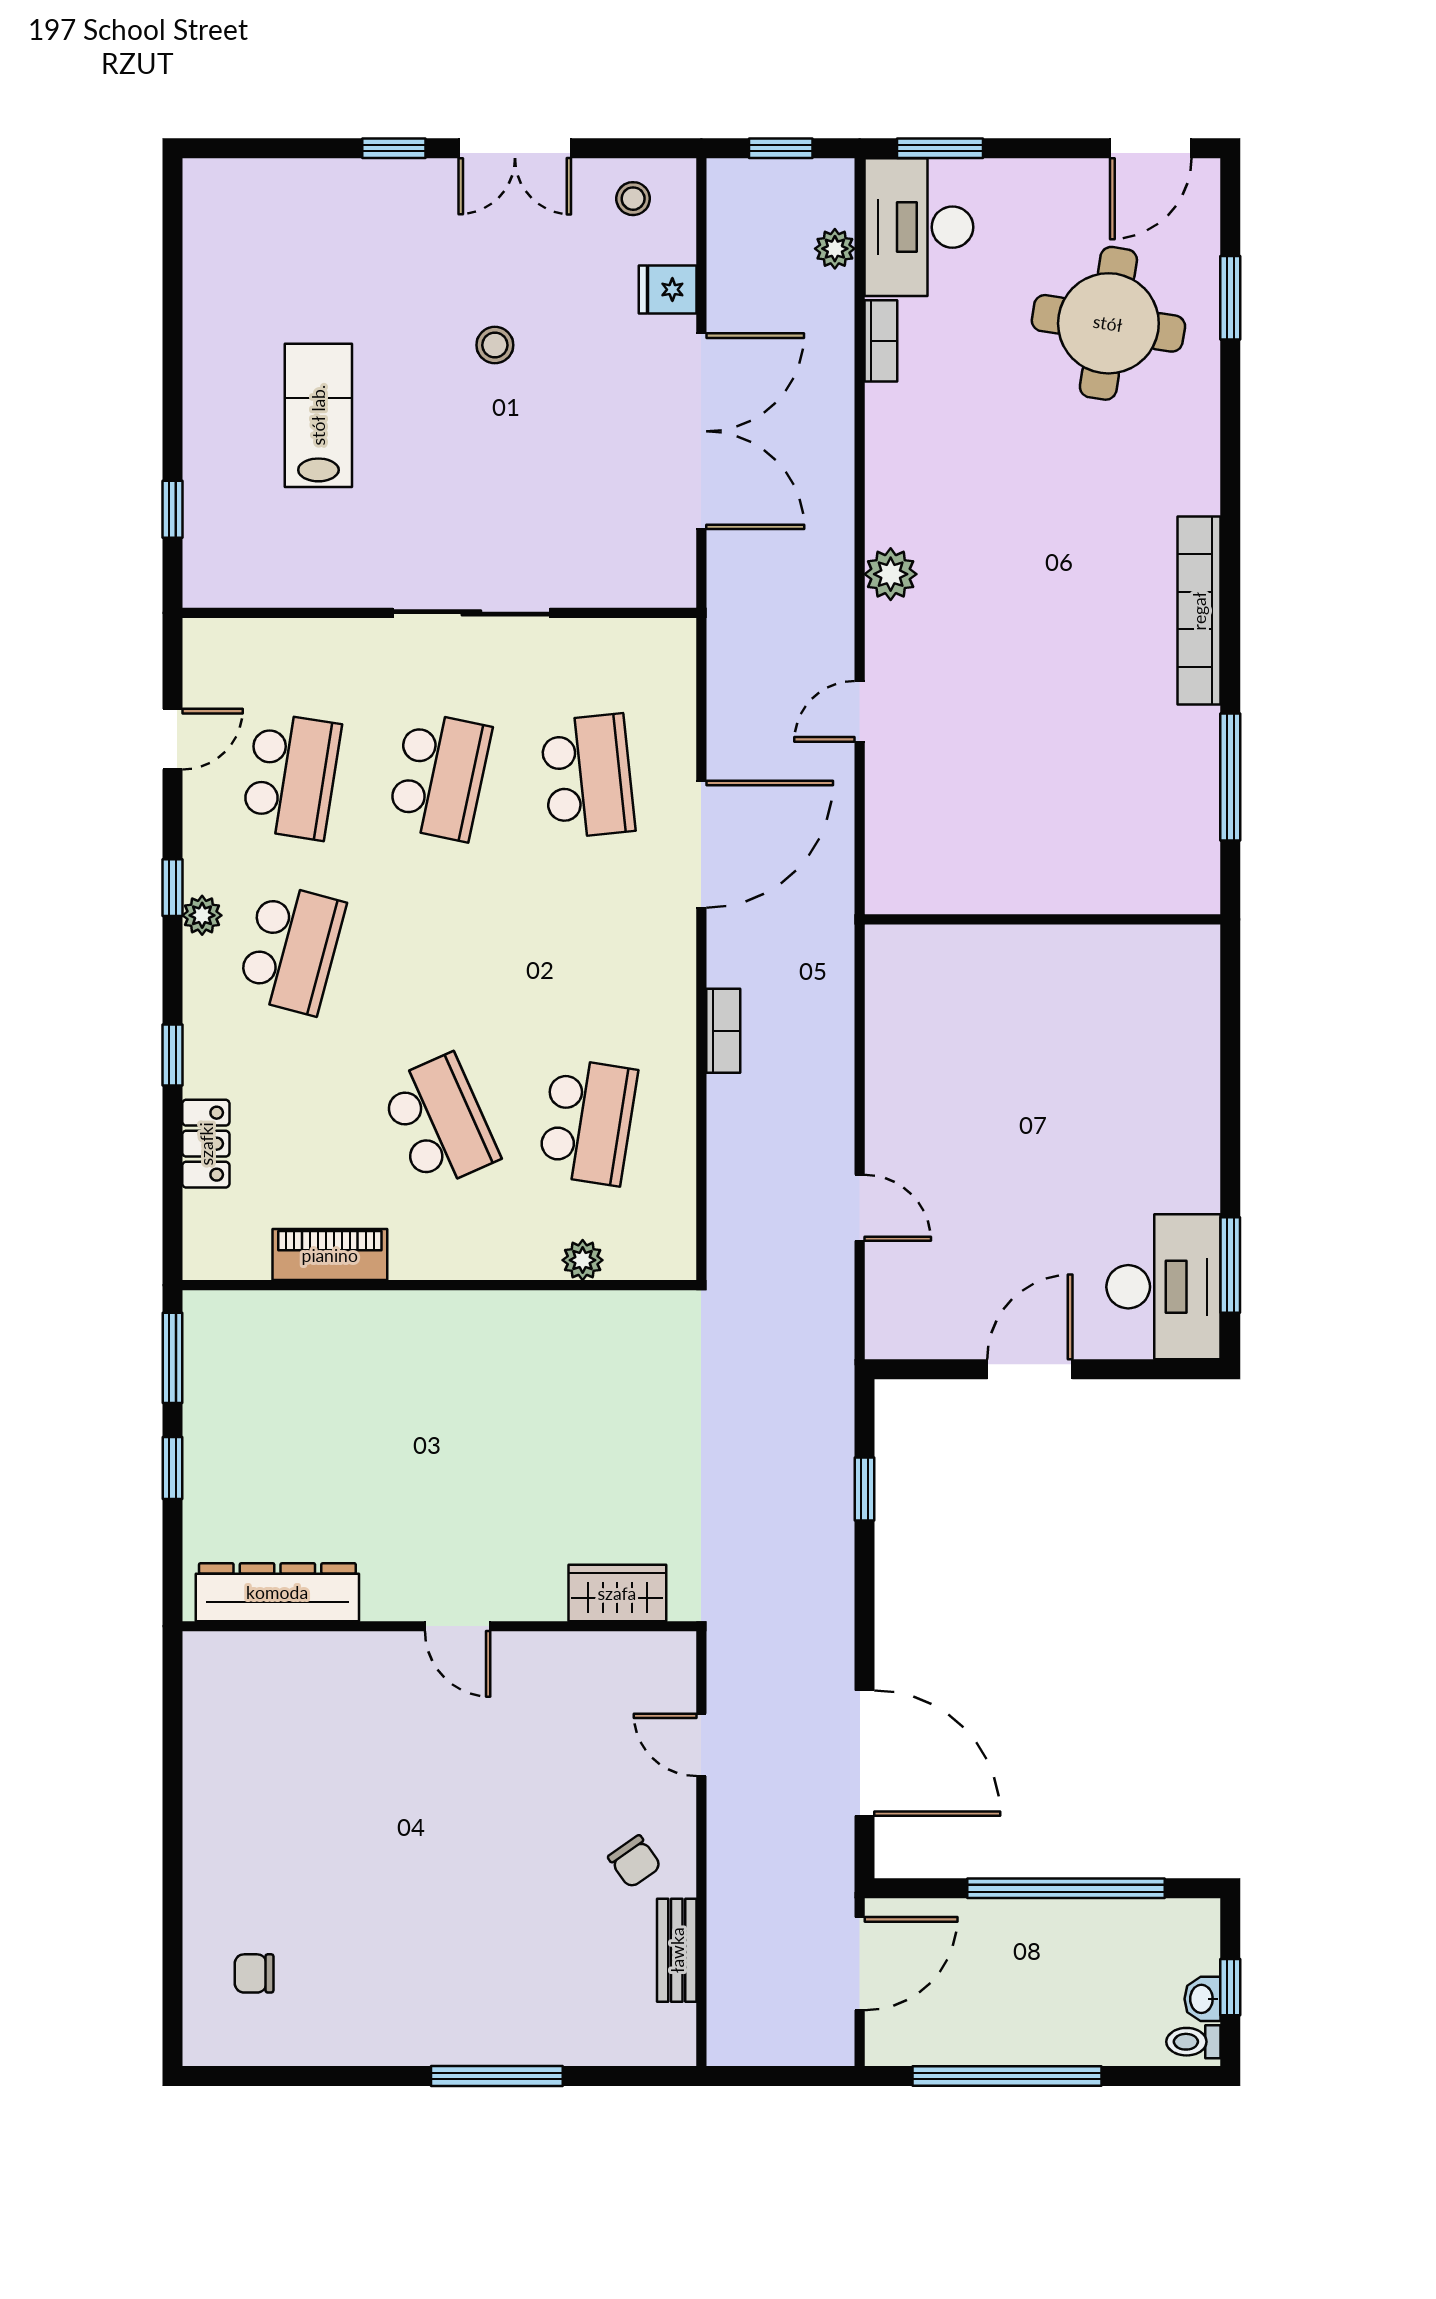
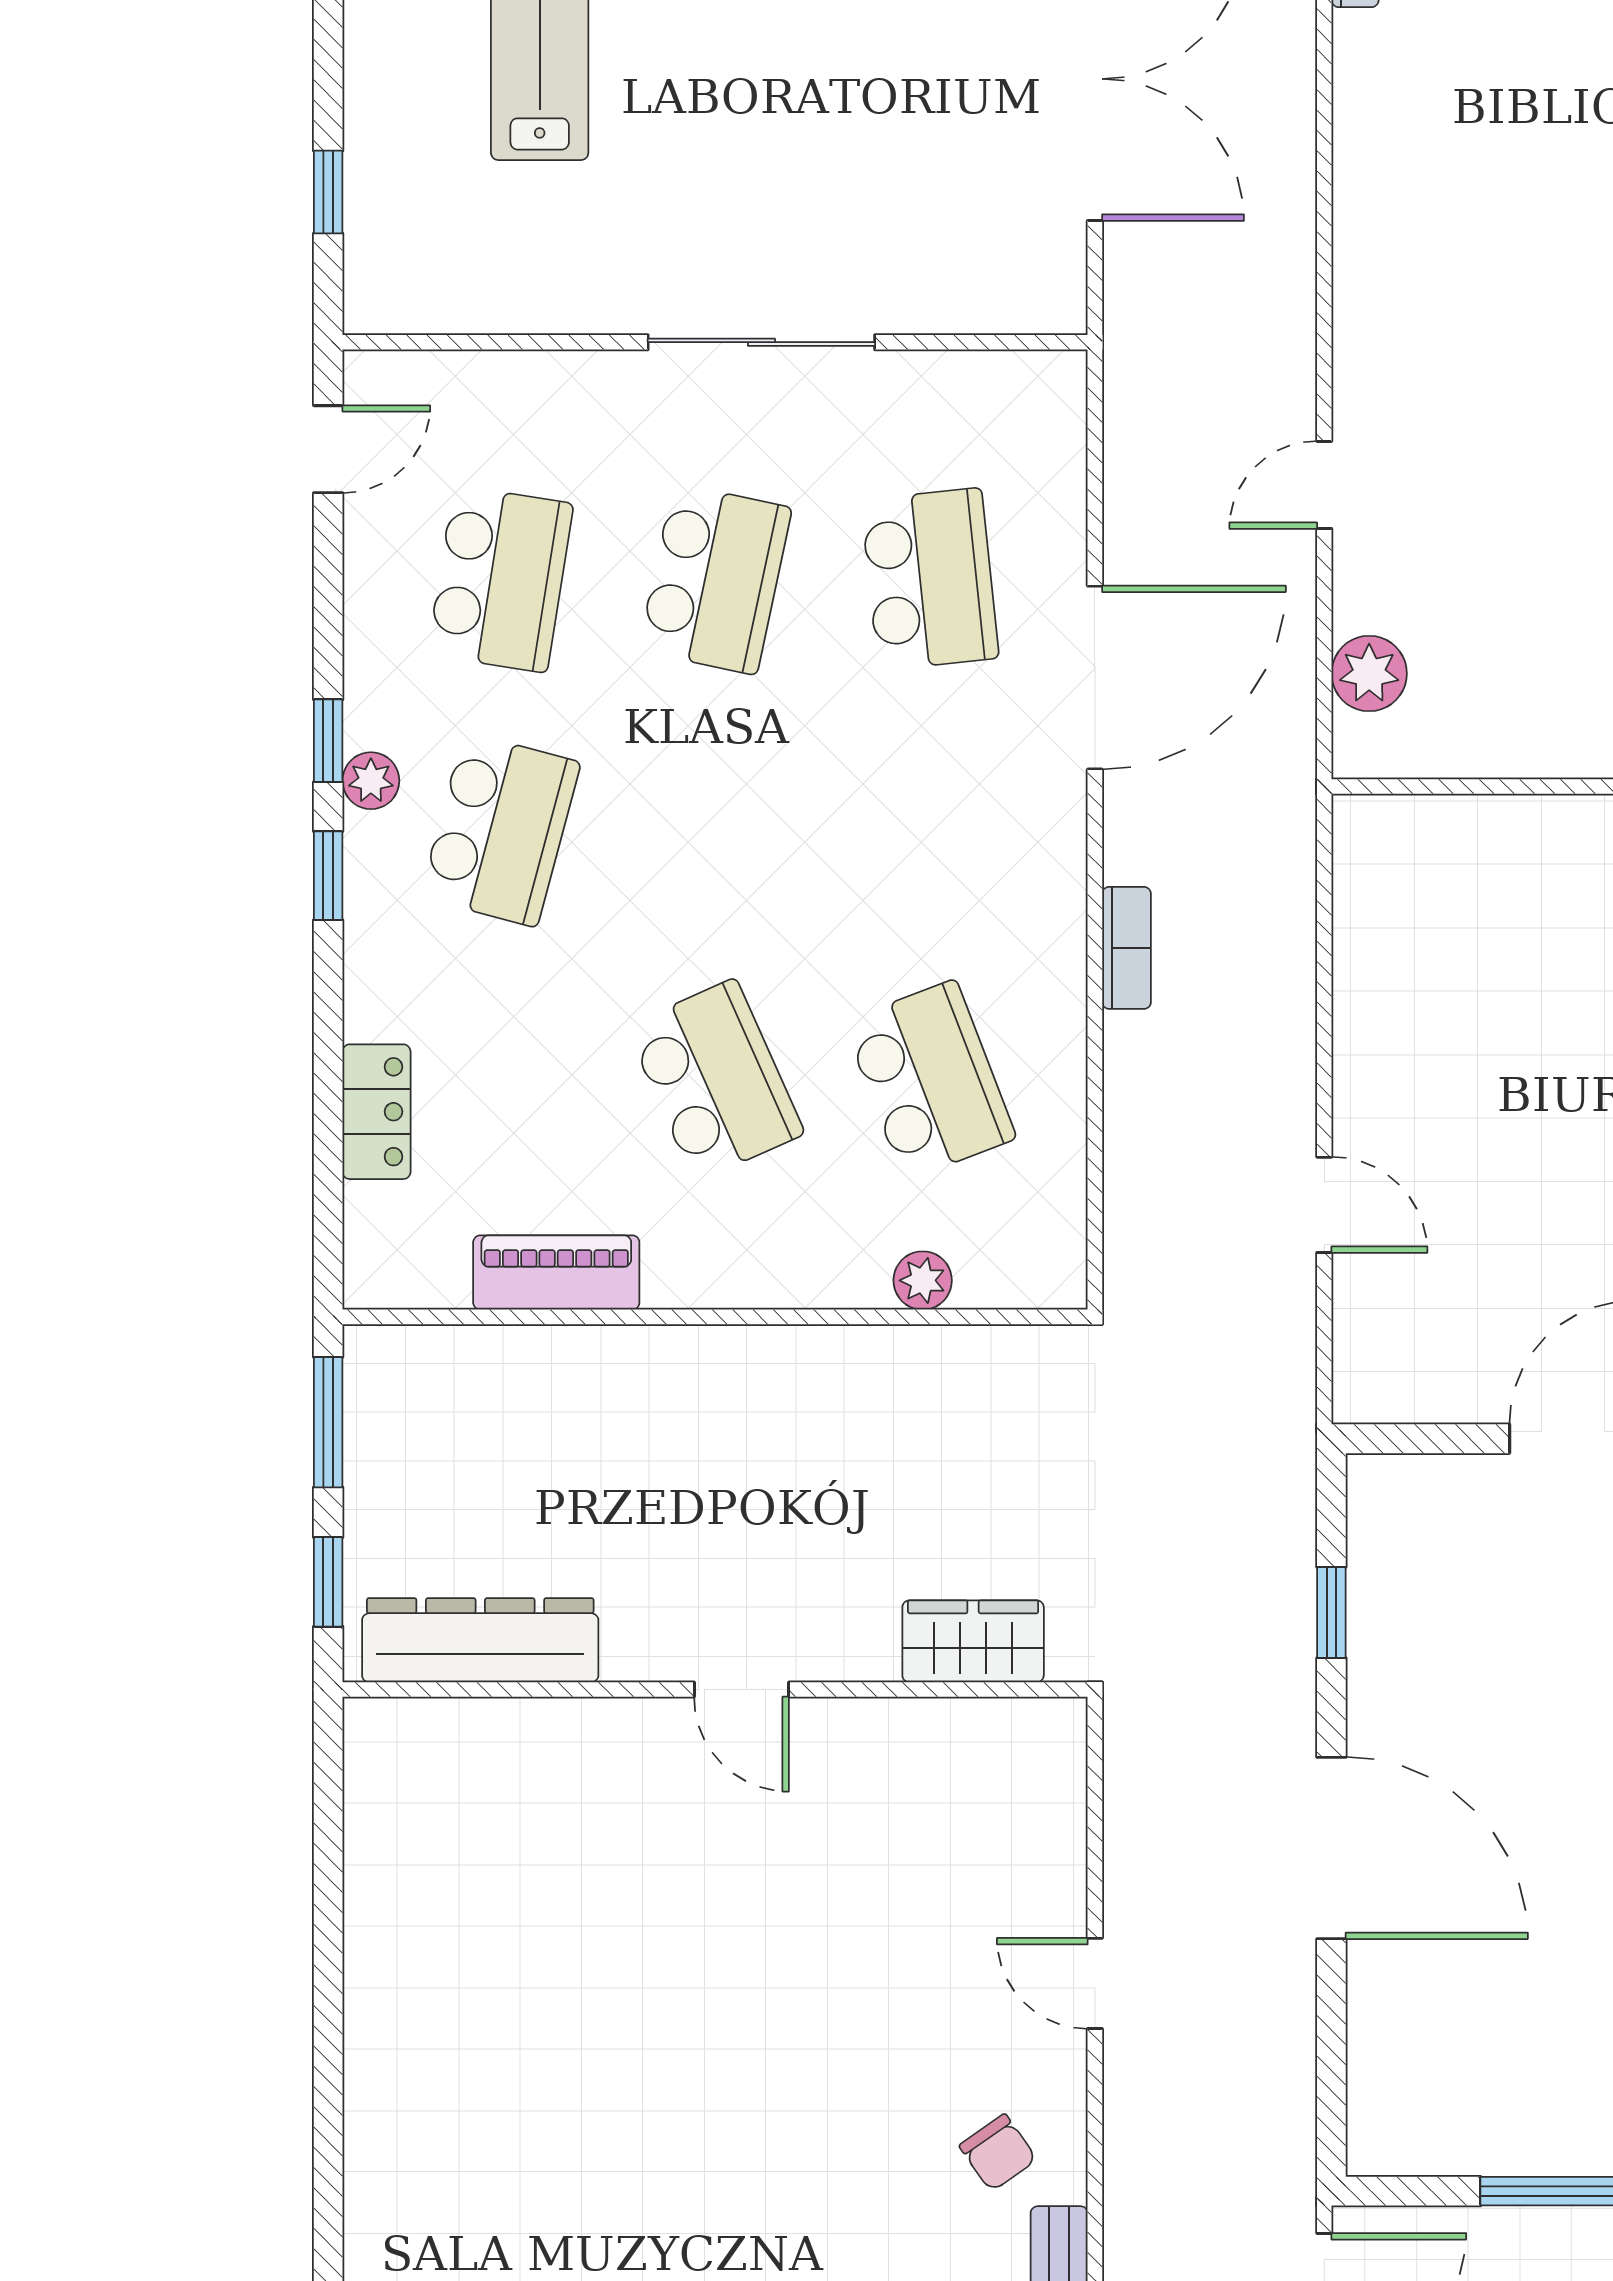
plant: (891, 574) -> (1369, 674), moved
door: (172, 739) -> (328, 449), moved
window: (172, 1055) -> (328, 876), moved
school desk: (588, 1122) -> (930, 1080), turned -30
dresser: (277, 1592) -> (480, 1640), moved
wardrobe: (617, 1593) -> (973, 1641), moved
wall: (439, 1626) -> (715, 1690), moved
door: (458, 1626) -> (741, 1690), moved
door: (865, 1753) -> (1331, 1848), moved

